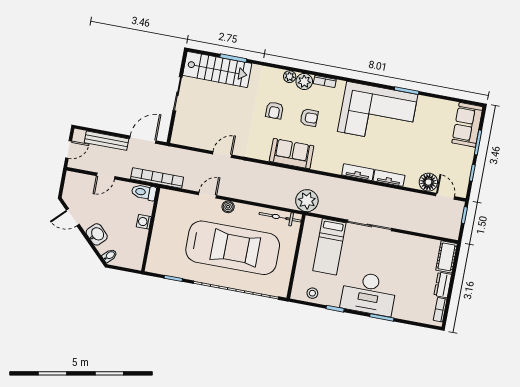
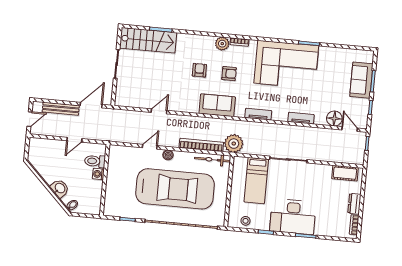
plant: (290, 77) -> (209, 41), removed
armchair: (274, 110) -> (199, 70), turned 180
sofa: (467, 125) -> (361, 80), moved
tv unit: (358, 172) -> (258, 114), moved
door: (106, 176) -> (74, 140), moved
bookcase: (157, 178) -> (201, 145), moved
toilet: (144, 192) -> (95, 161), moved
door: (73, 217) -> (38, 176), removed
cot: (446, 257) -> (345, 173), moved, turned 90

